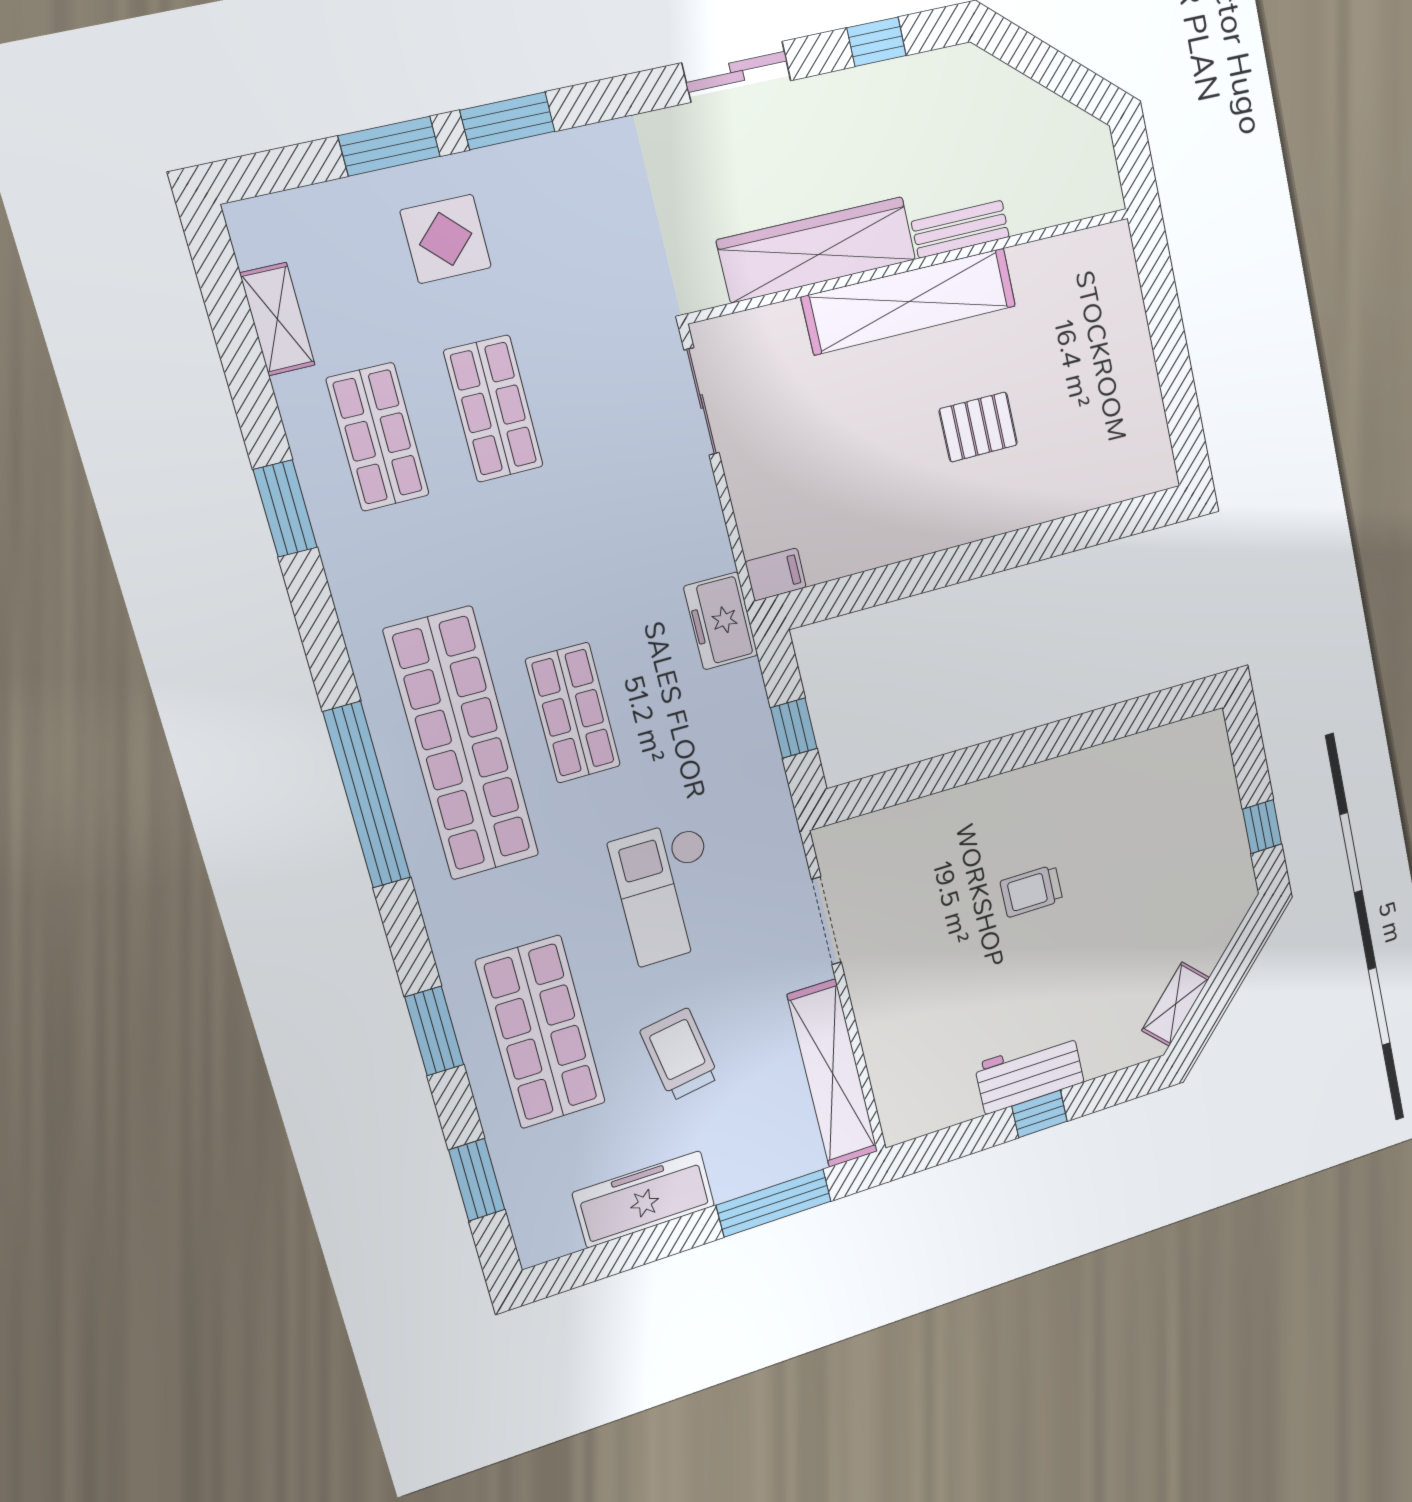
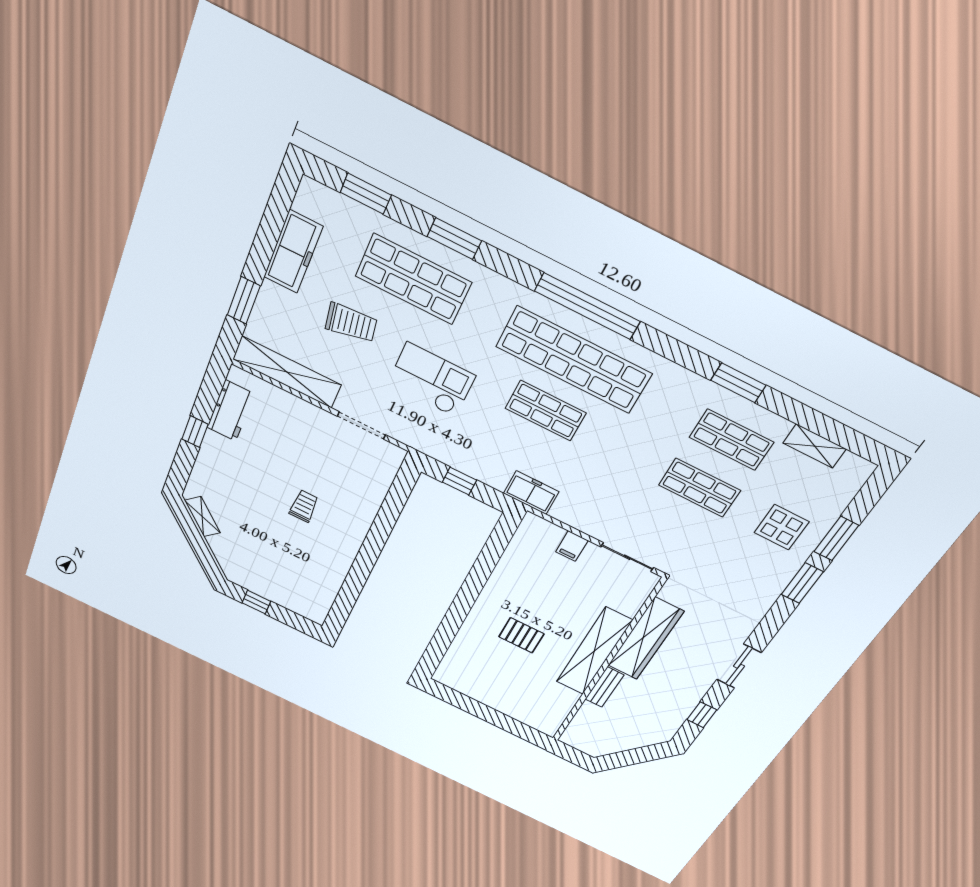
pallet: (978, 427) -> (521, 635), turned 90
filing cabinet: (776, 574) -> (572, 546), moved
workbench: (1029, 1073) -> (231, 411), moved
window: (774, 1203) -> (244, 300), width x0.69

